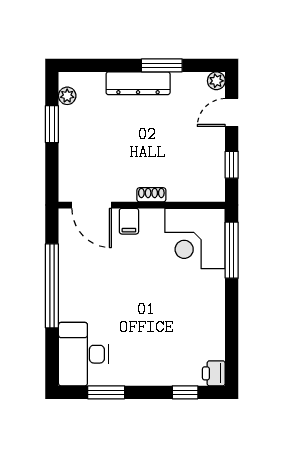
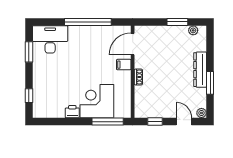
corner desk: (195, 238) -> (97, 101), moved
printer: (214, 373) -> (72, 112), moved

